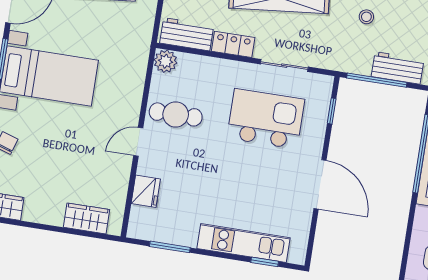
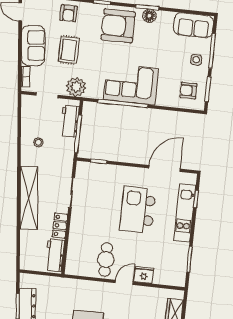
plant: (165, 61) -> (73, 268), removed
kitchen island: (266, 119) -> (138, 210), moved
door: (138, 142) -> (124, 282), swing flipped
door: (320, 184) -> (165, 169), moved
fridge: (146, 191) -> (144, 275), moved

